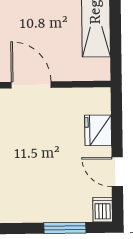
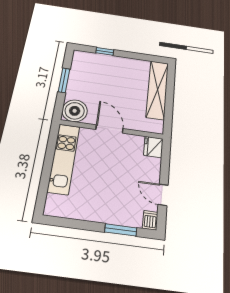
fridge: (98, 130) -> (153, 147), moved

